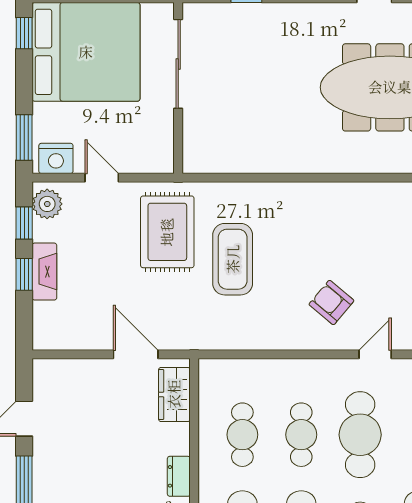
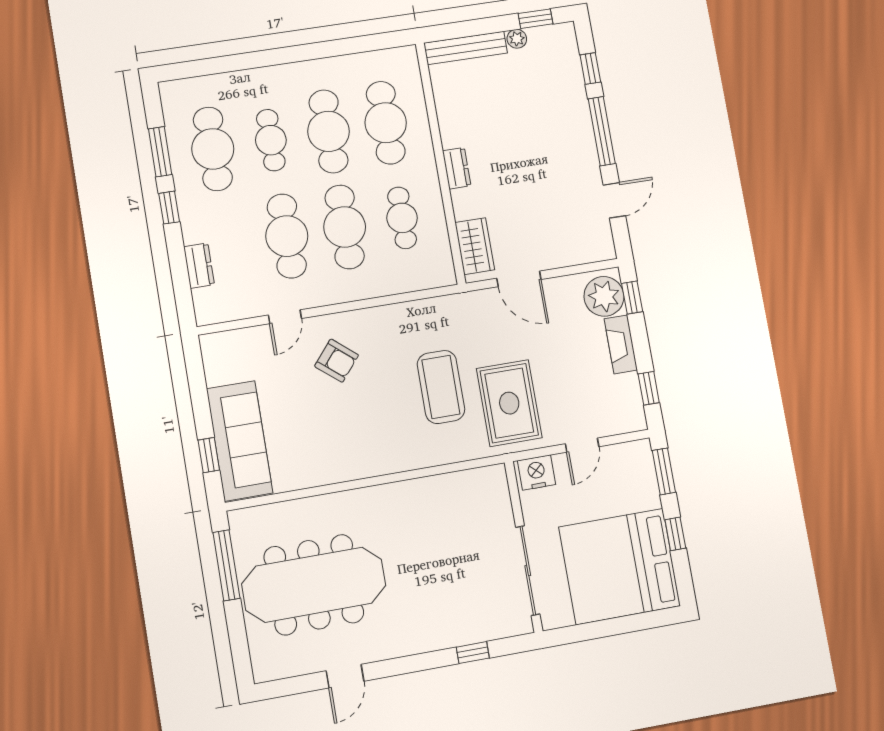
window: (24, 33) -> (675, 534), moved
nightstand: (56, 158) -> (536, 473), moved
door: (102, 178) -> (582, 445), hinge flipped
plant: (47, 204) -> (604, 296), moved, width x1.36, depth x1.36
window: (24, 274) -> (632, 298), moved
cafe table: (301, 435) -> (345, 227), width x1.37, depth x1.35

